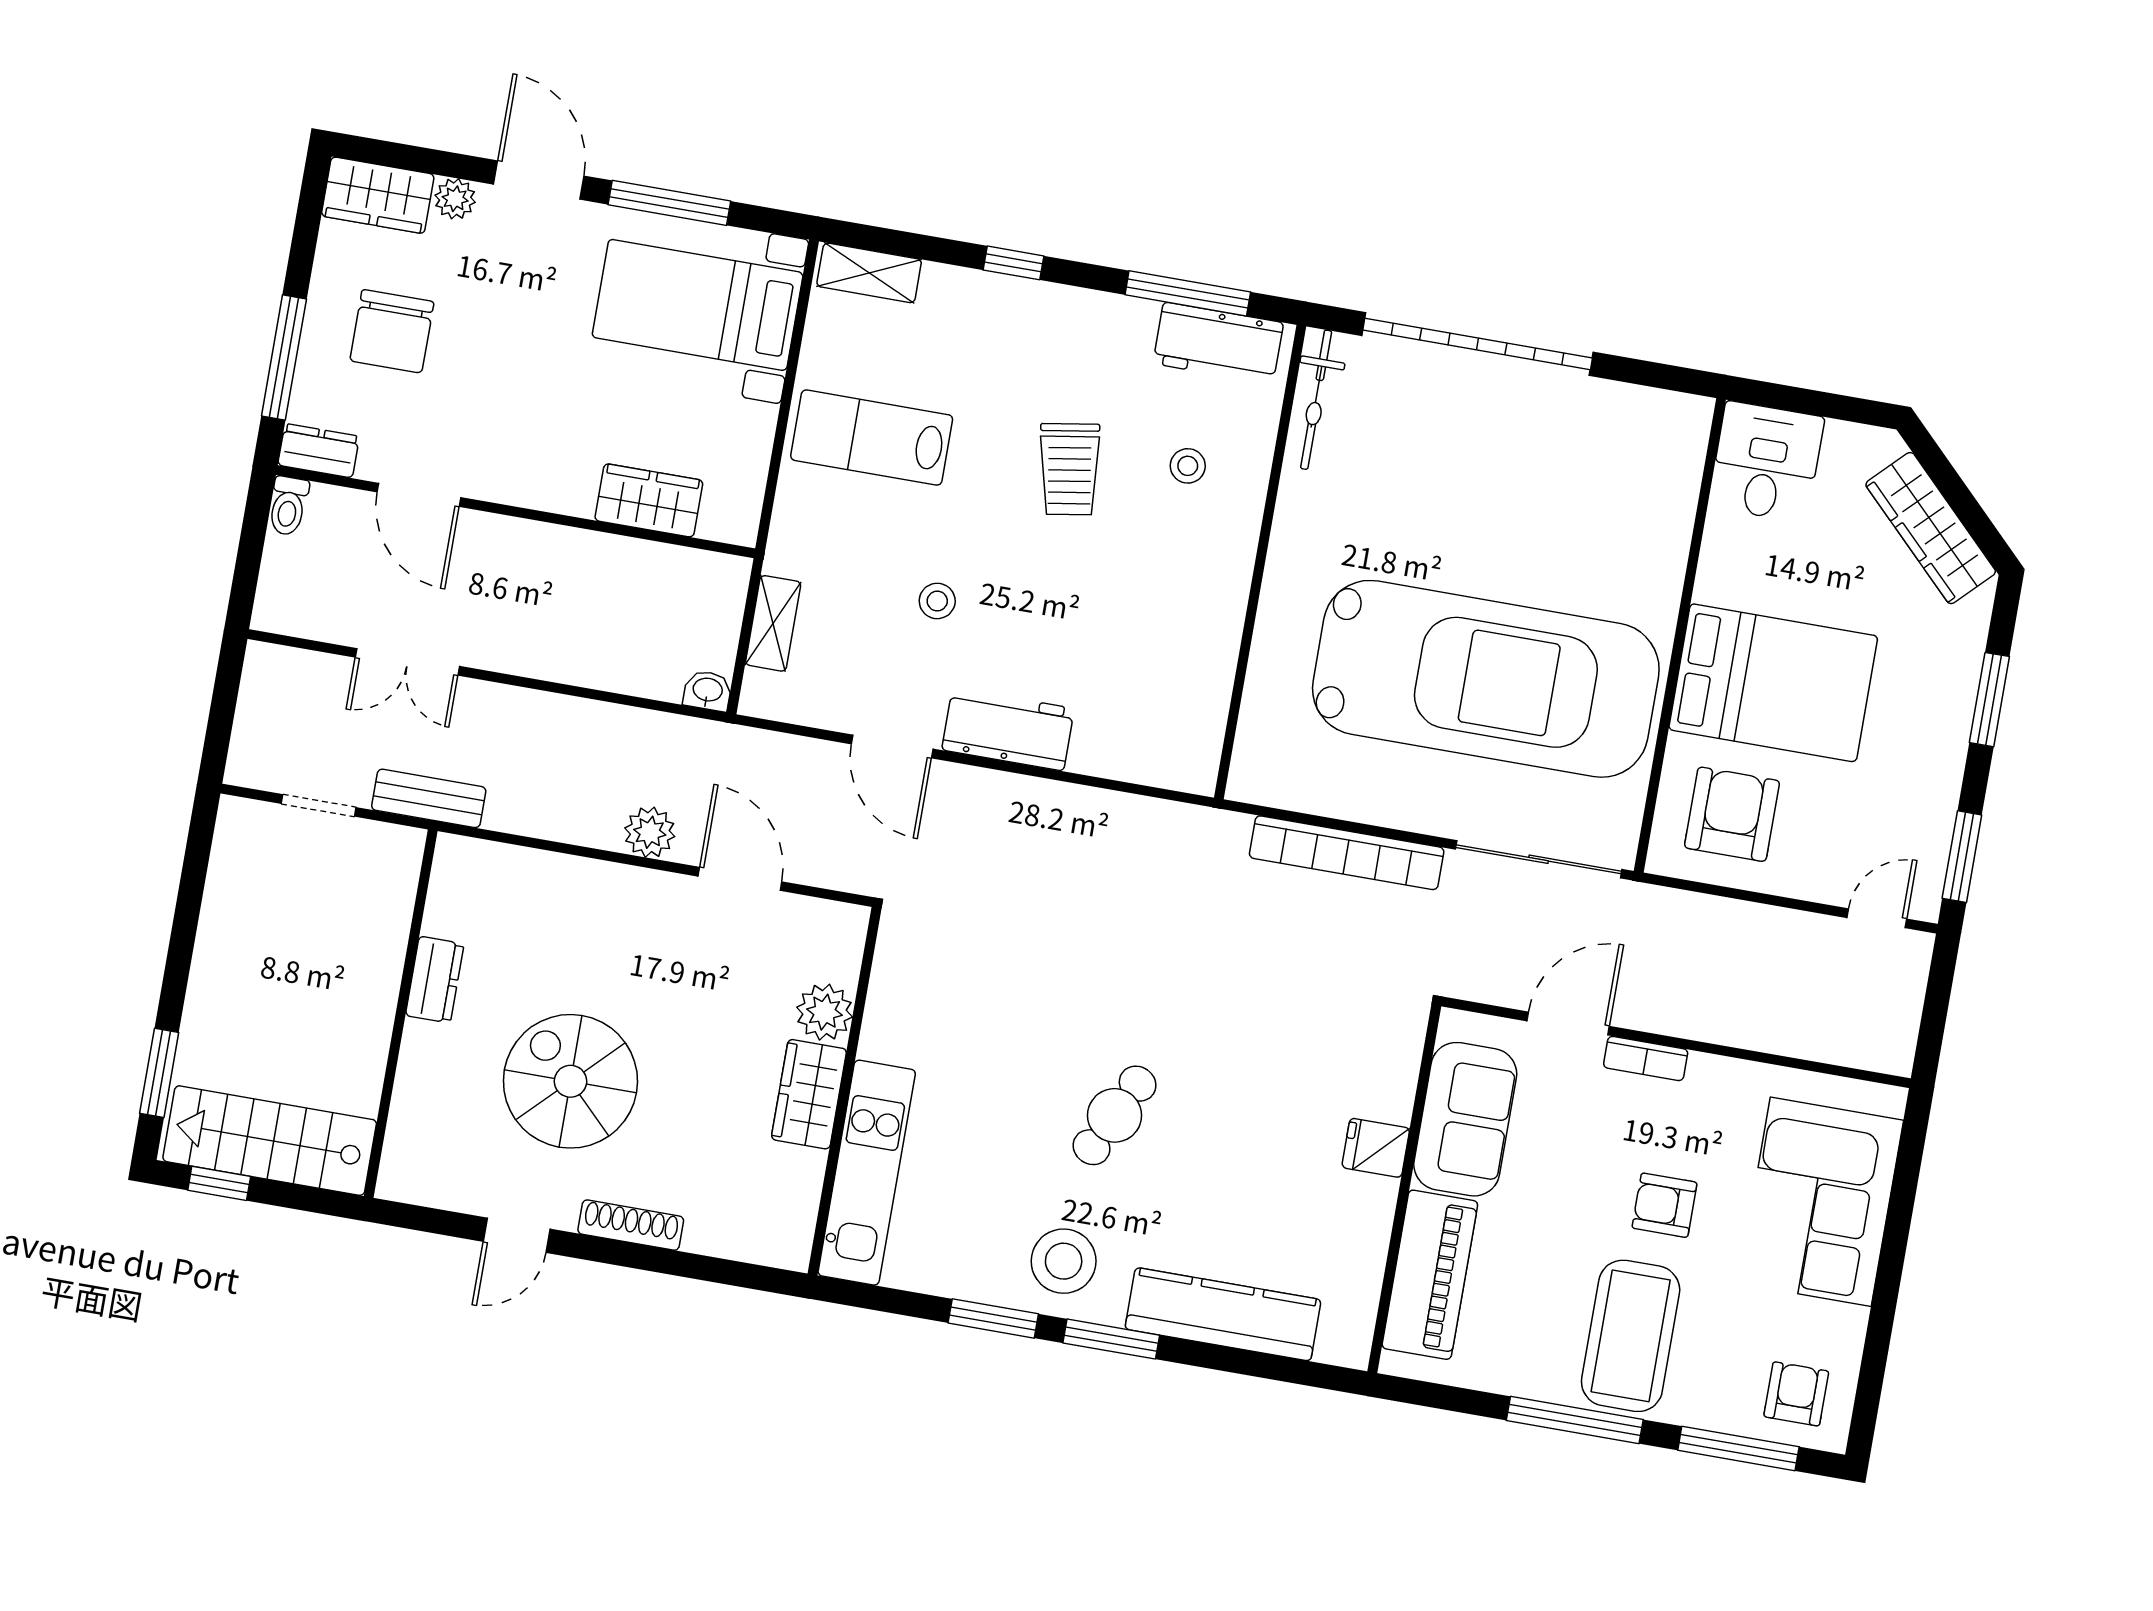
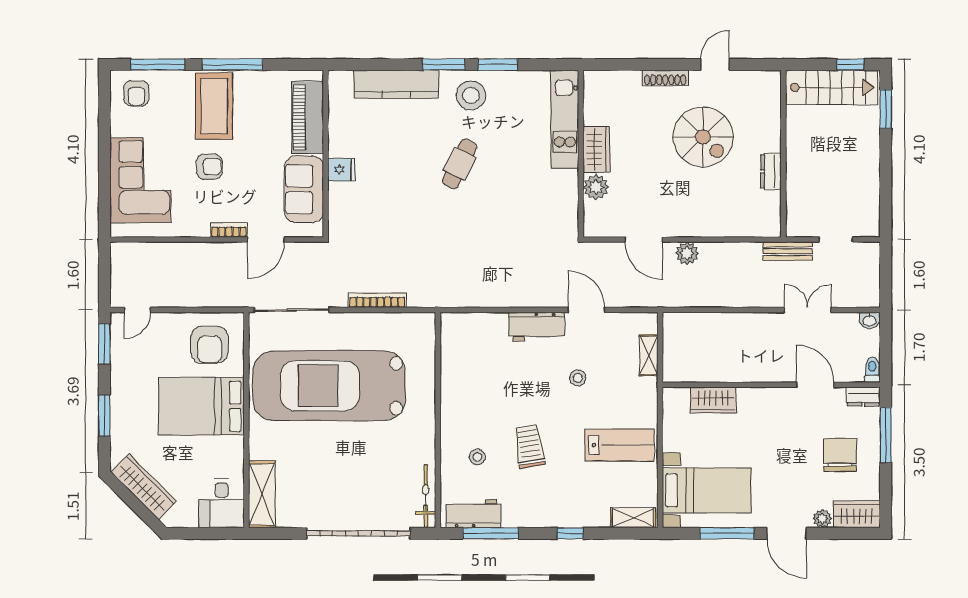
shelving: (1674, 466) -> (262, 494), added
washbasin: (708, 691) -> (870, 320), moved
bookcase: (1347, 853) -> (377, 300), width x0.68, depth x0.76

